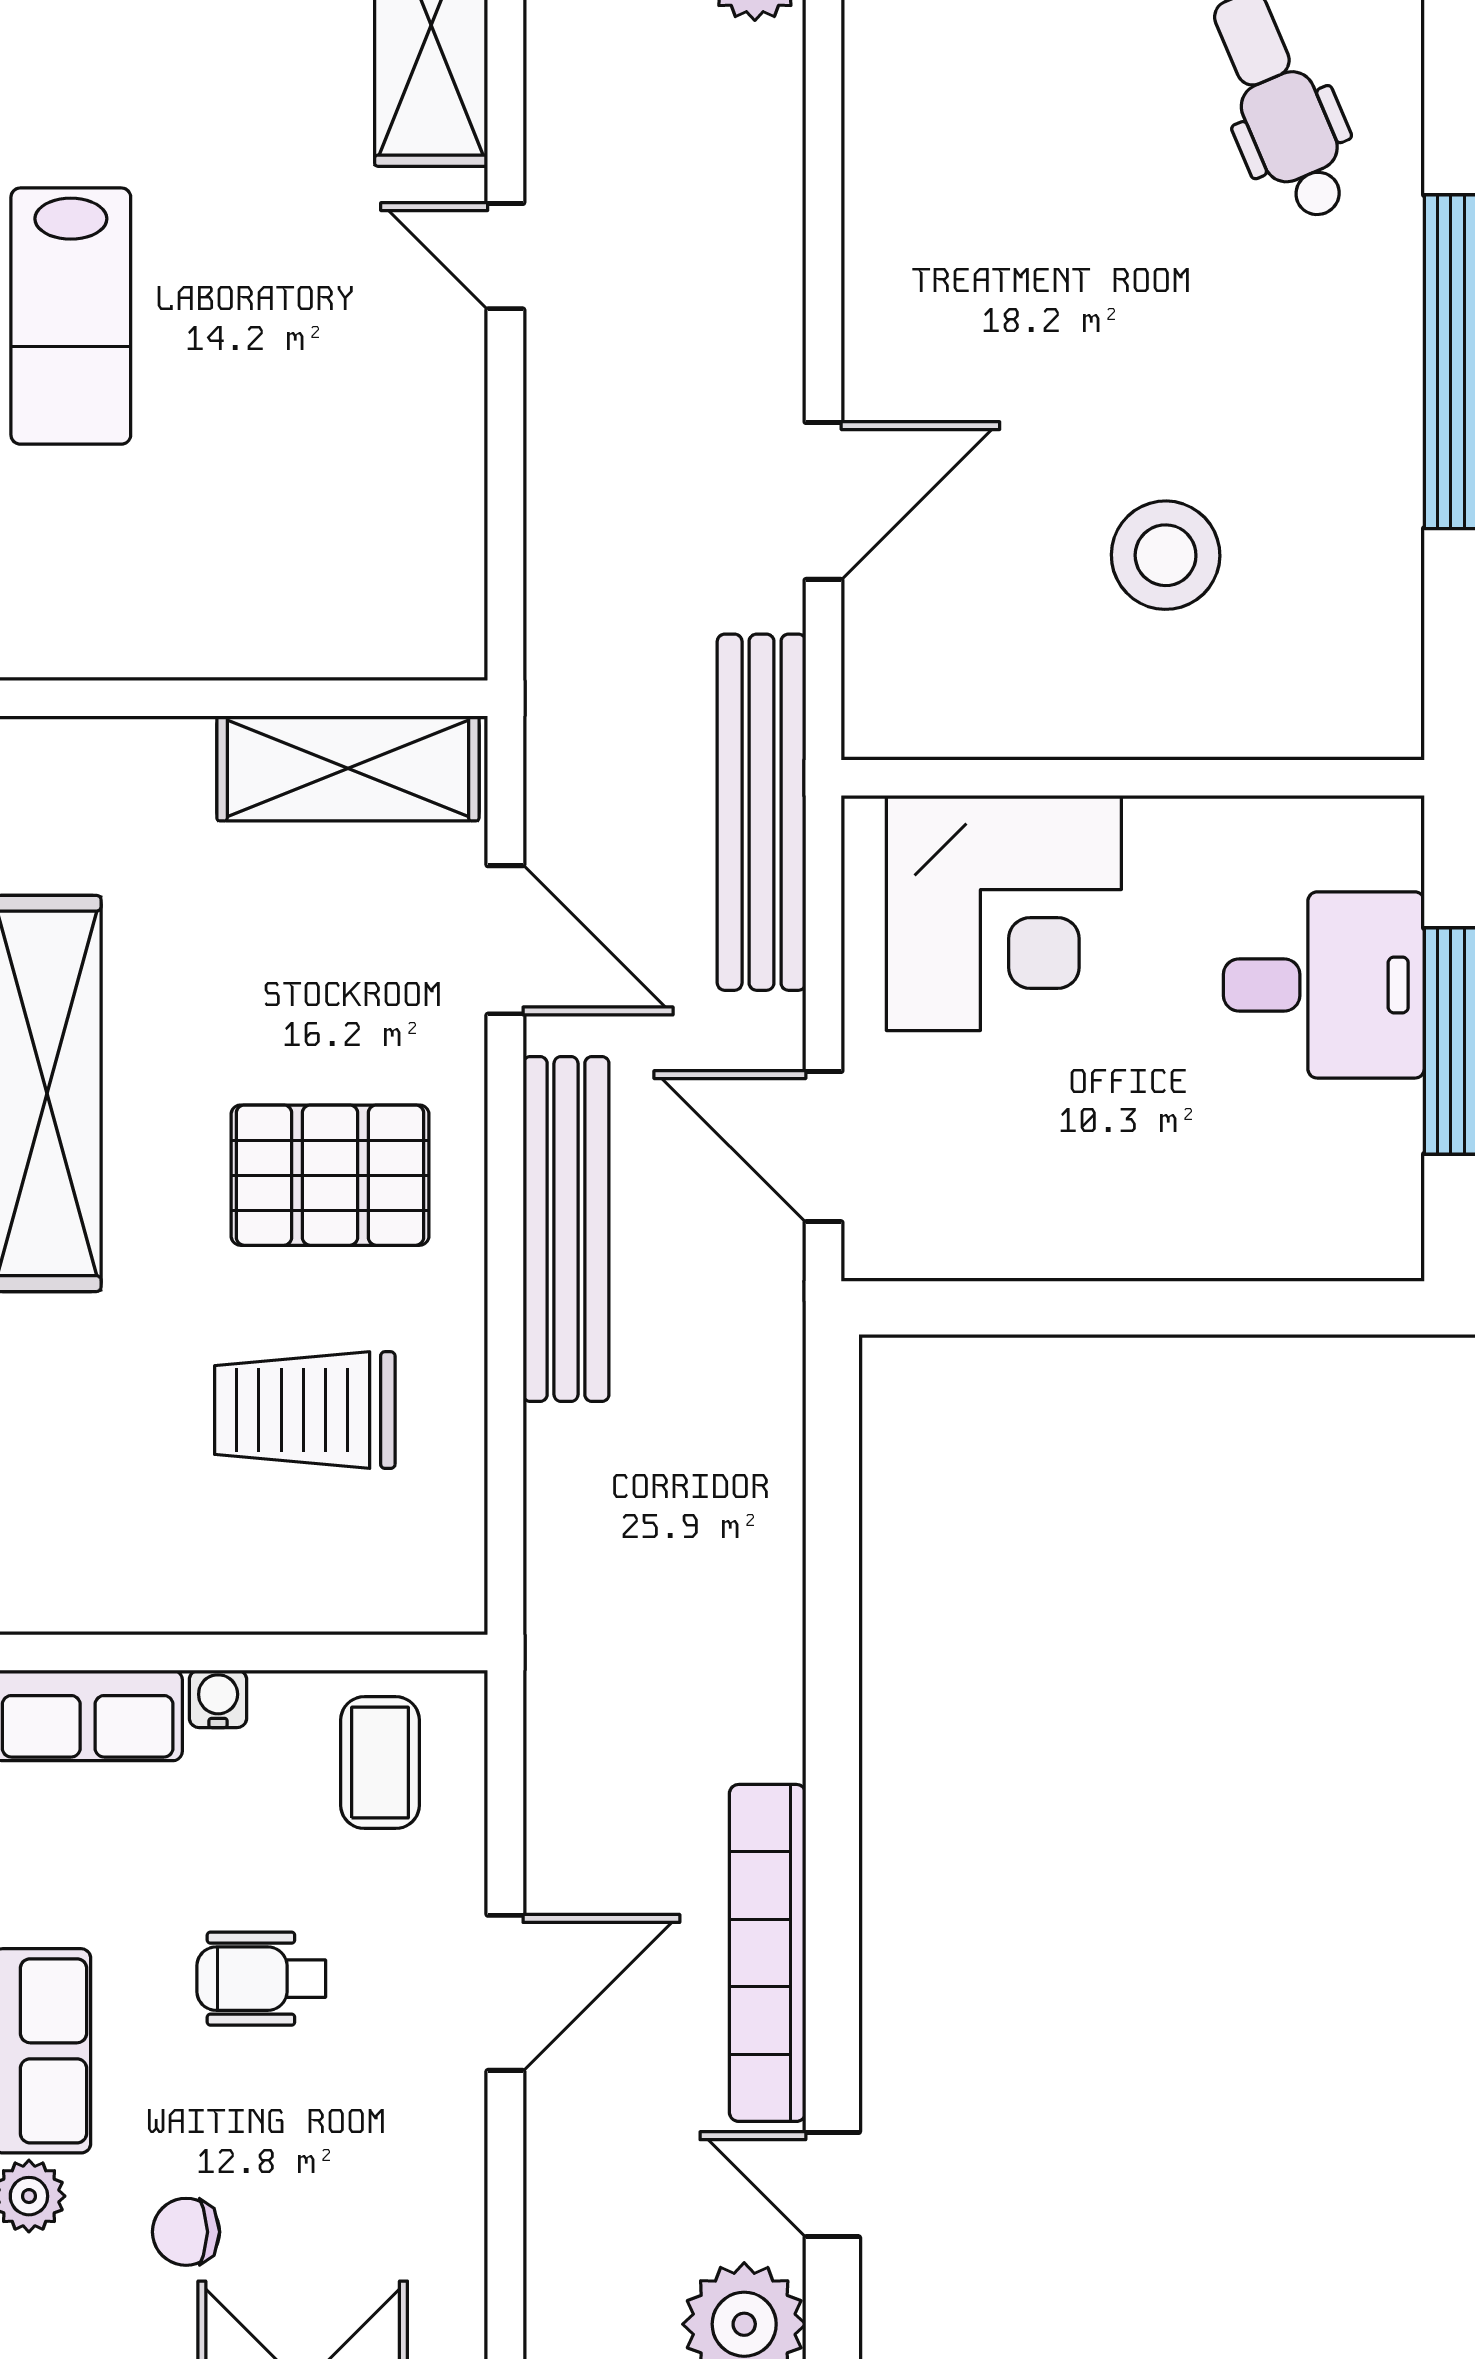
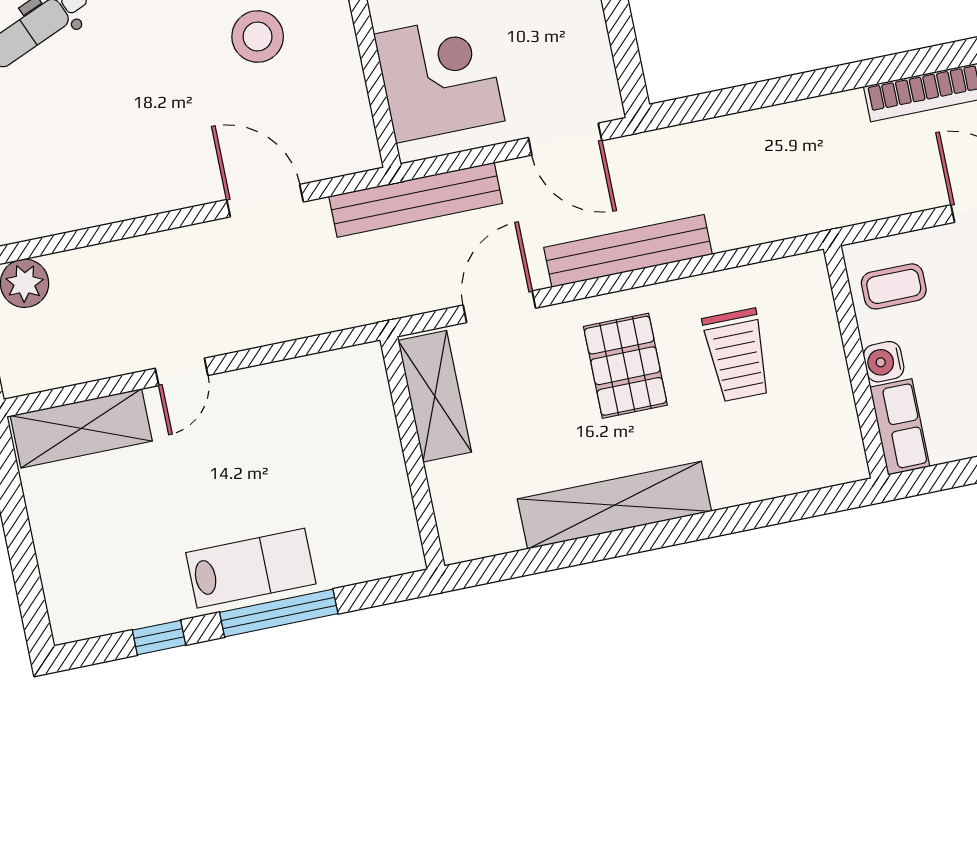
door: (823, 1147) -> (565, 139), hinge flipped
water cooler: (218, 1699) -> (884, 362), width x1.38, depth x1.38

